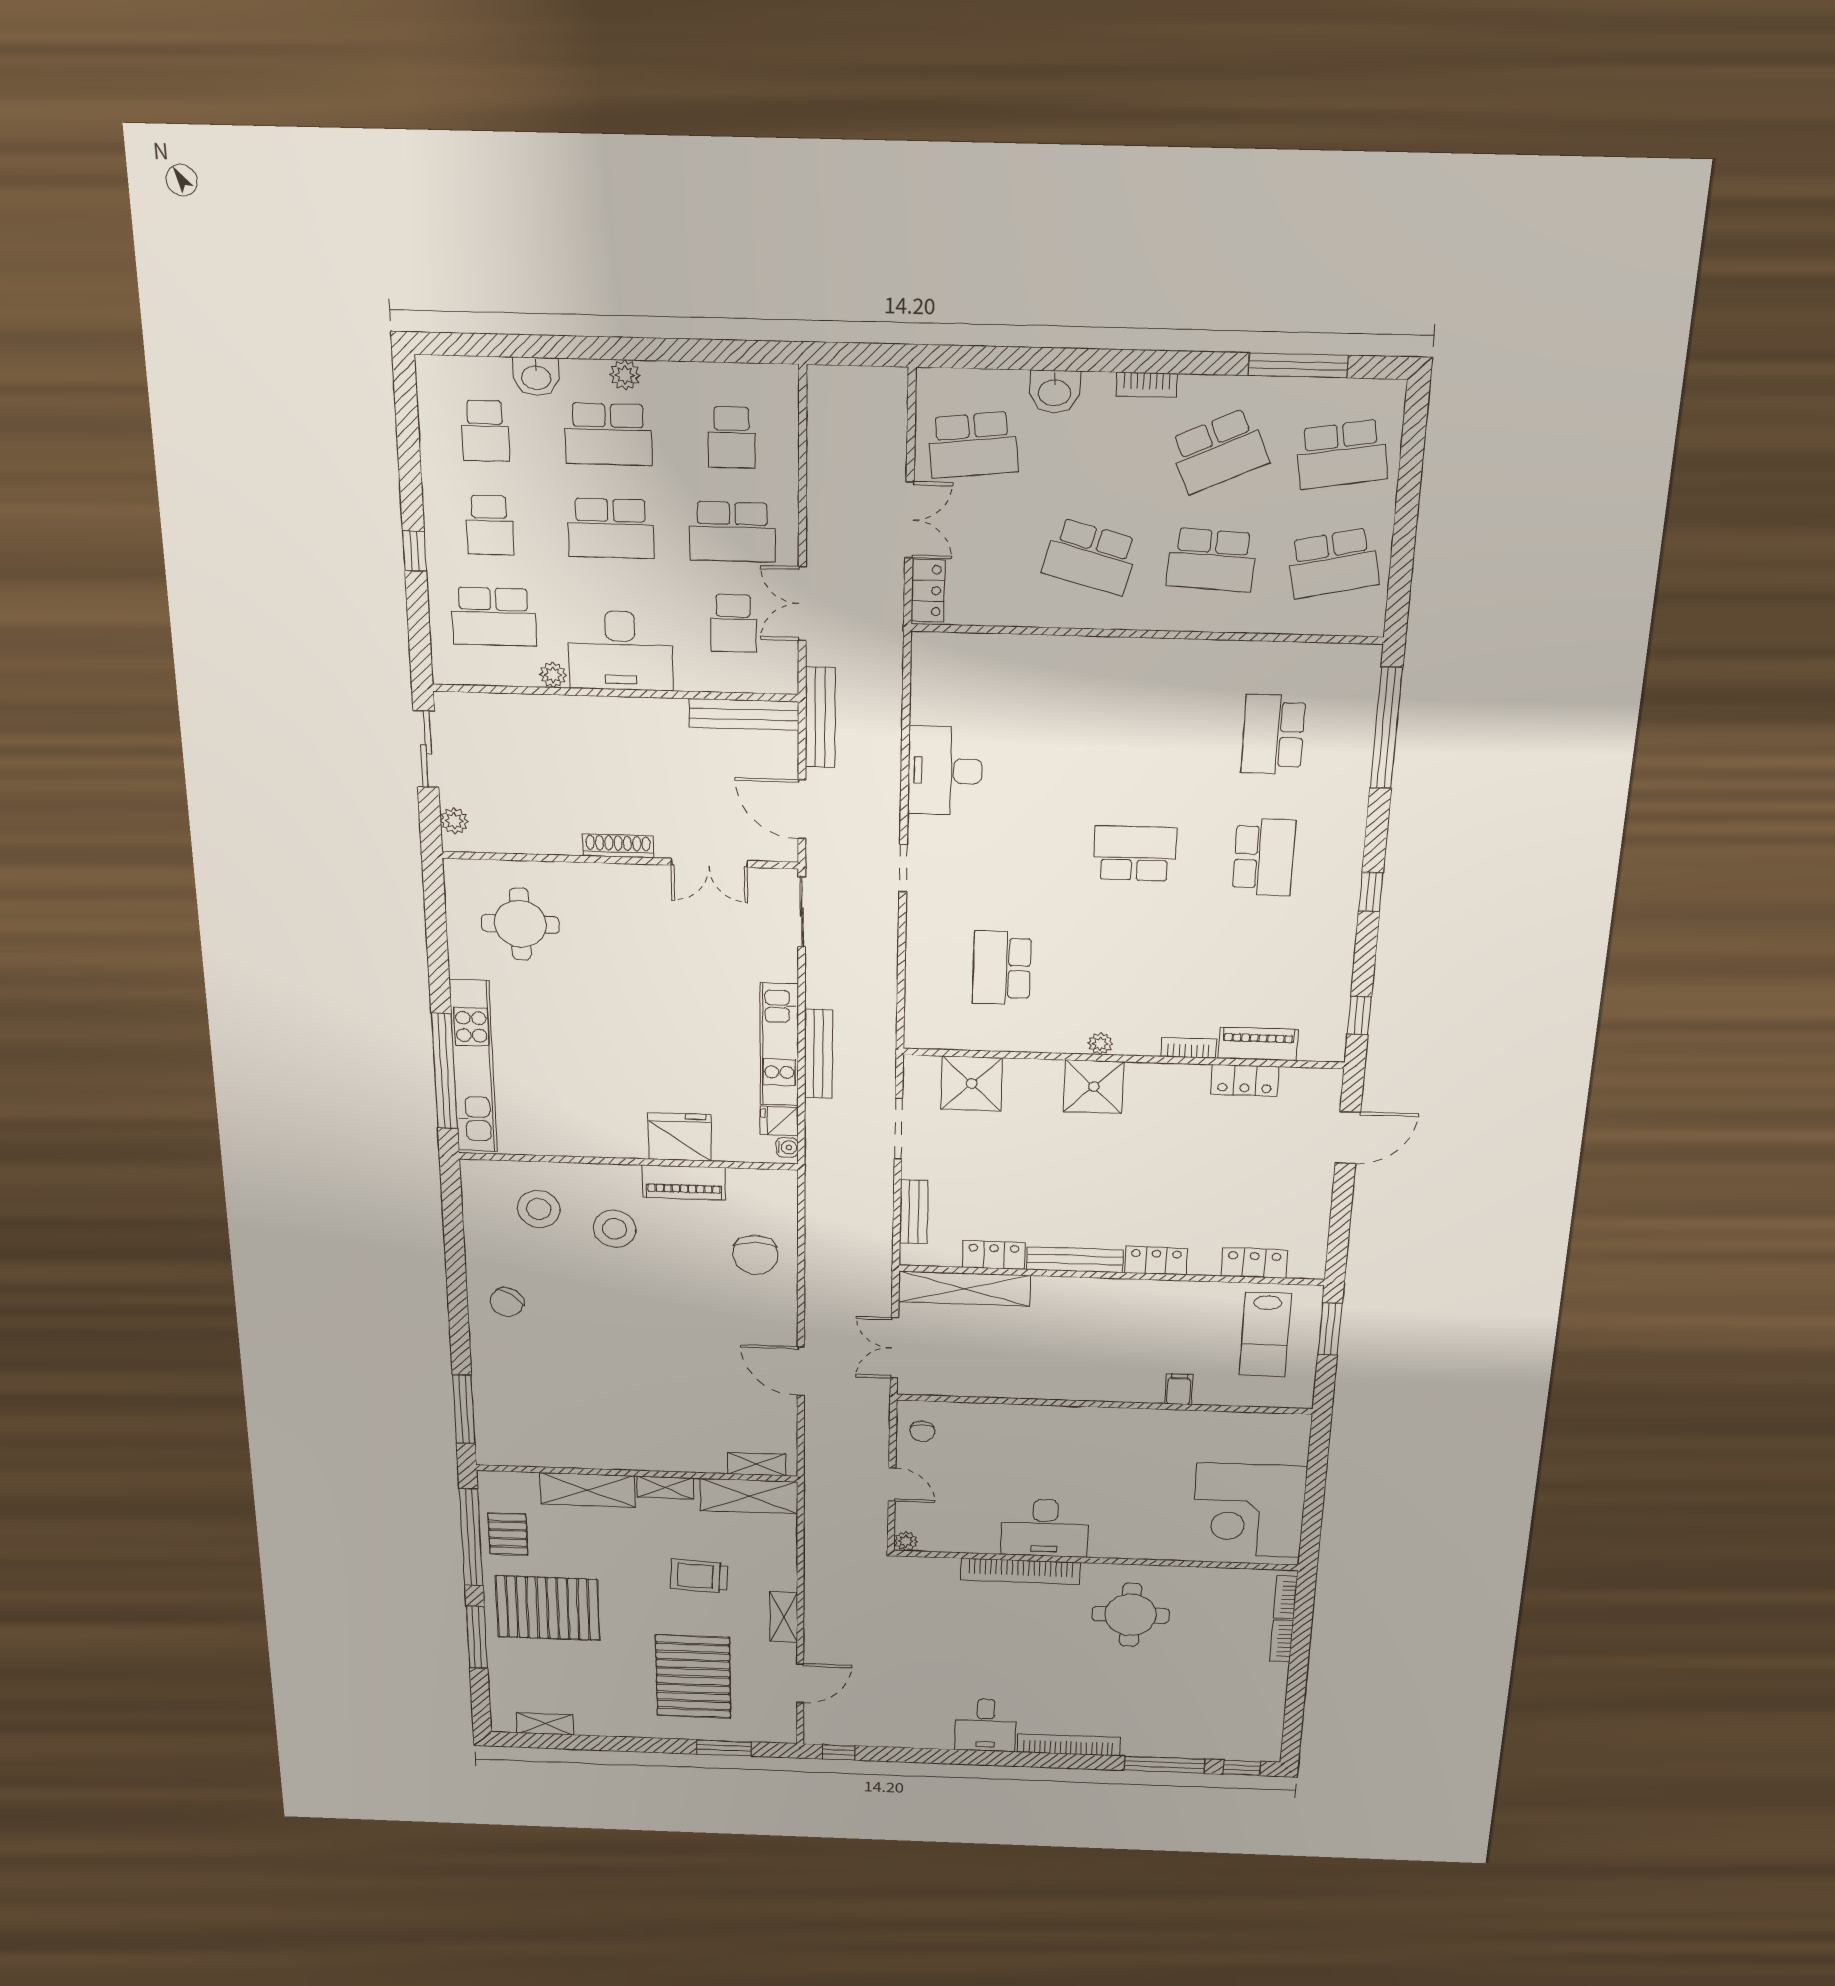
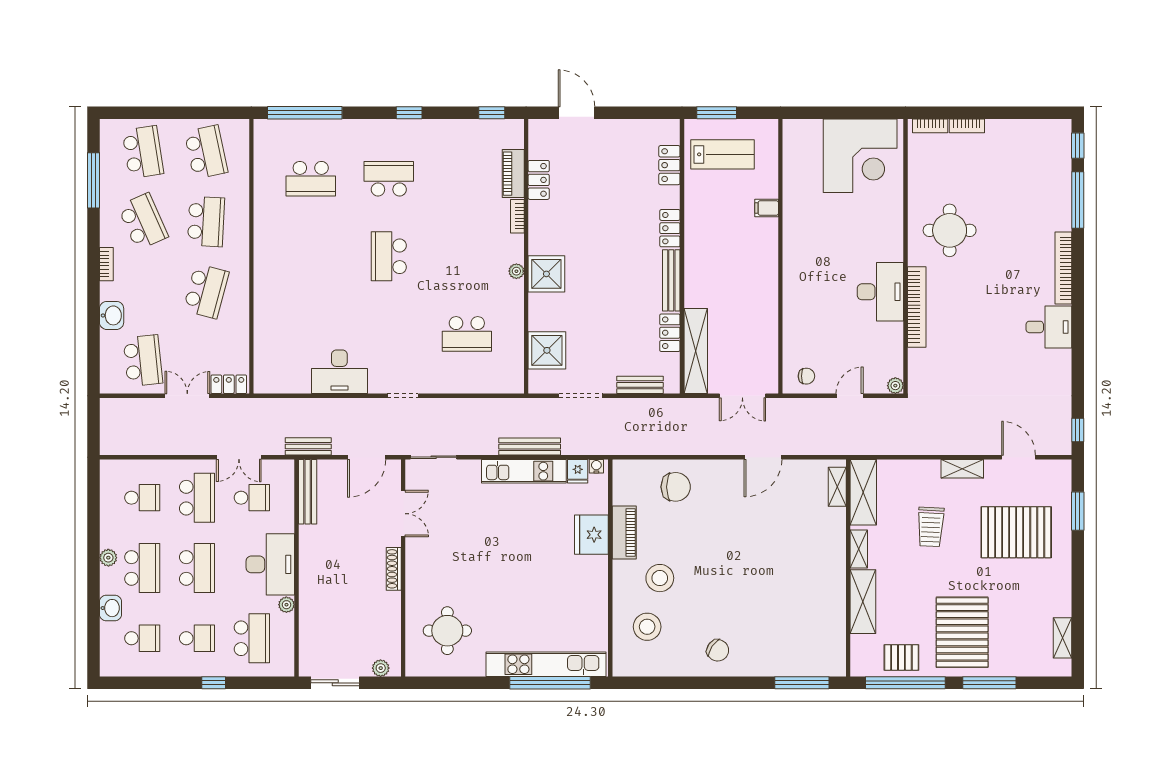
bench: (820, 717) -> (308, 446), width x0.73

